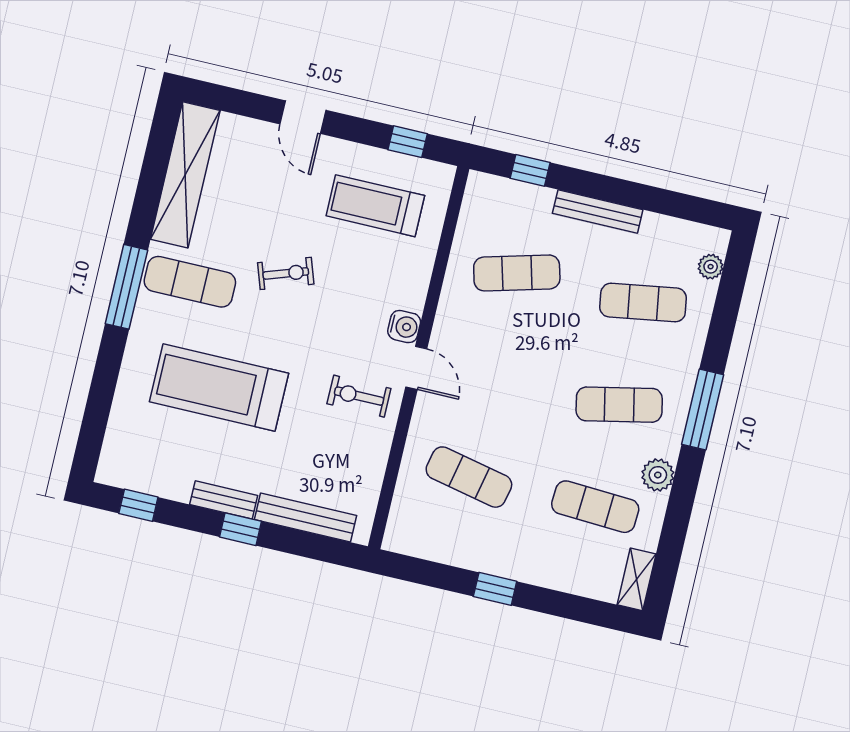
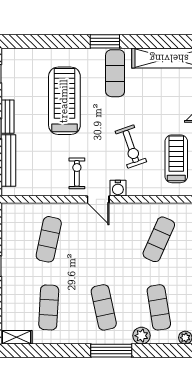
exercise bike: (286, 273) -> (131, 146), moved, width x1.38, depth x1.39
exercise mat: (517, 273) -> (159, 239), turned 39
window: (126, 287) -> (105, 41), width x0.69
door: (416, 368) -> (98, 199), hinge flipped
plant: (658, 475) -> (142, 336), moved

